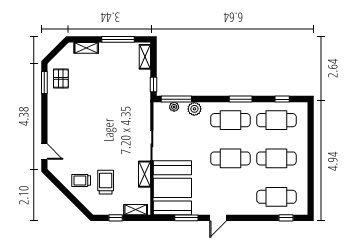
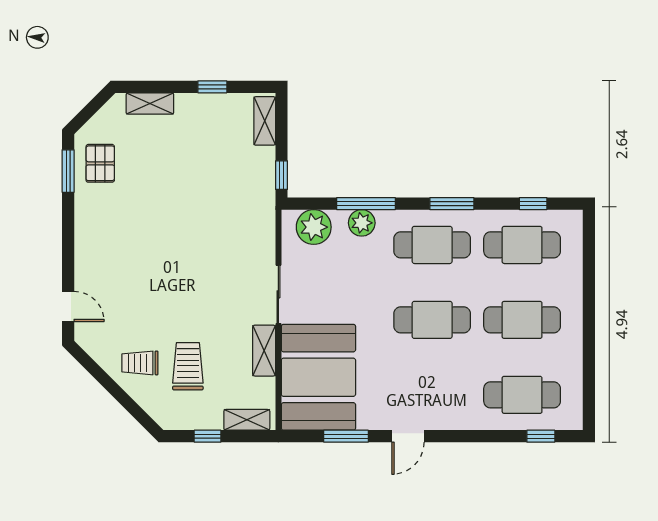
window: (118, 39) -> (212, 87), width x0.46
window: (176, 99) -> (366, 204), moved
plant: (174, 107) -> (314, 227), width x1.87, depth x1.87

